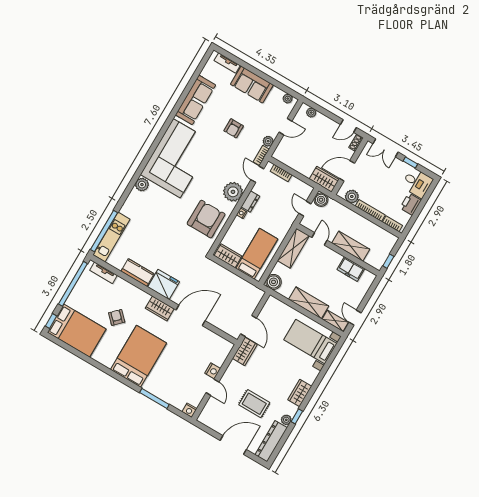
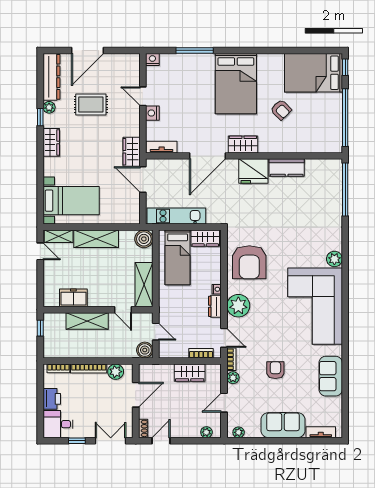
sofa: (196, 100) -> (331, 376), width x0.73
wardrobe: (324, 179) -> (190, 373), moved
kitchen unit: (111, 237) -> (176, 216), moved, turned 90
tv unit: (104, 273) -> (162, 147), moved

